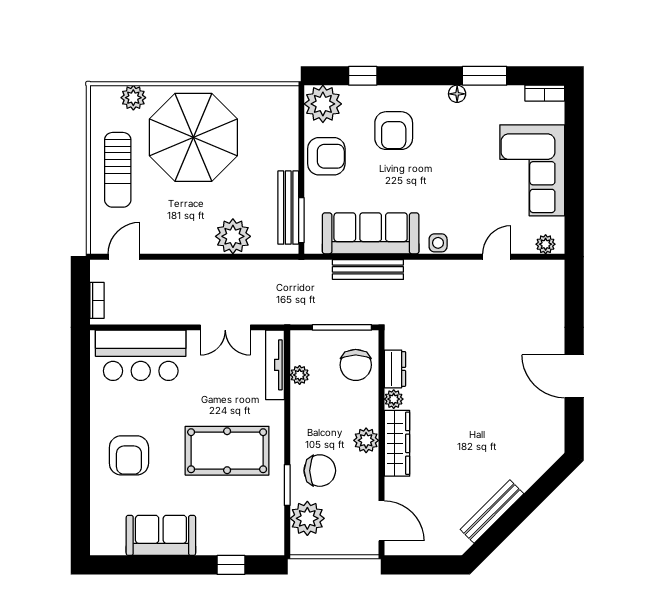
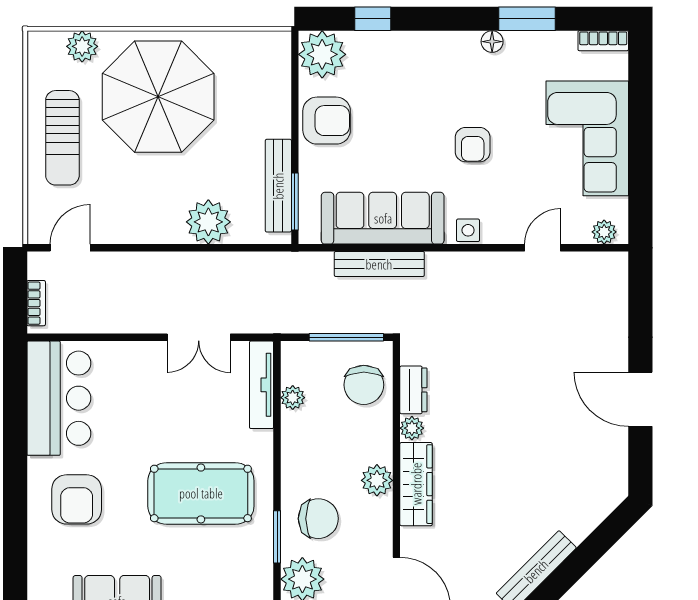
armchair: (394, 131) -> (473, 145), moved, width x0.72, depth x0.72
bar counter: (141, 355) -> (59, 398), moved, turned -90

